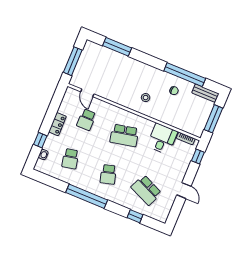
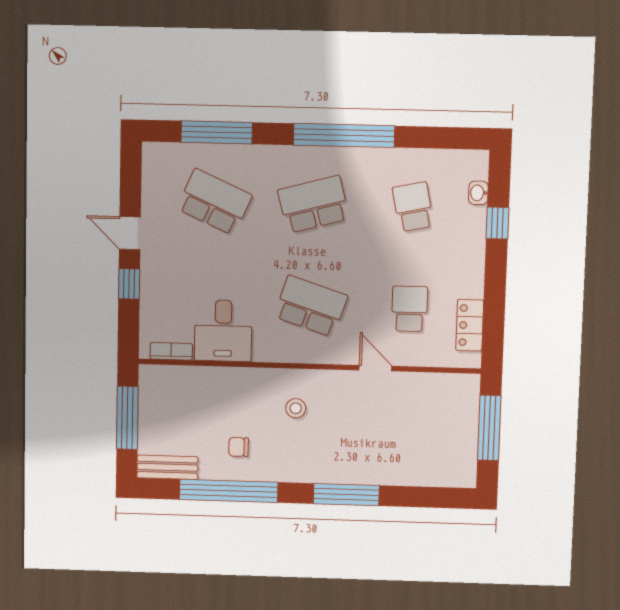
window: (117, 47) -> (346, 495), moved
door: (87, 93) -> (375, 368), moved
locker: (57, 124) -> (470, 325), moved
school desk: (124, 135) -> (311, 306), turned 30
window: (198, 157) -> (129, 284), moved
school desk: (108, 174) -> (313, 204), width x1.85
window: (135, 216) -> (217, 132), width x2.17

